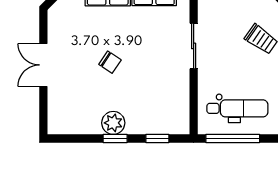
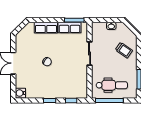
plant: (113, 123) -> (49, 93), removed
water cooler: (57, 124) -> (20, 93), added

